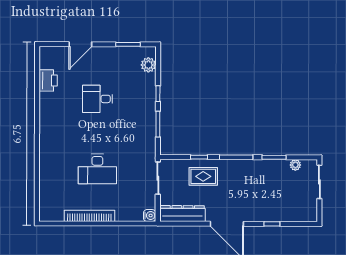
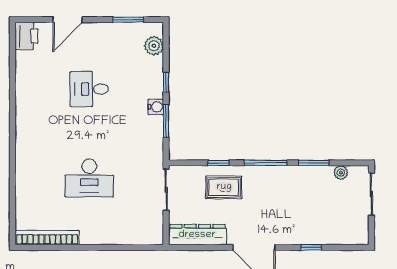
printer: (48, 80) -> (26, 36), moved
bookcase: (89, 216) -> (47, 238), moved
water cooler: (150, 216) -> (156, 107), moved

